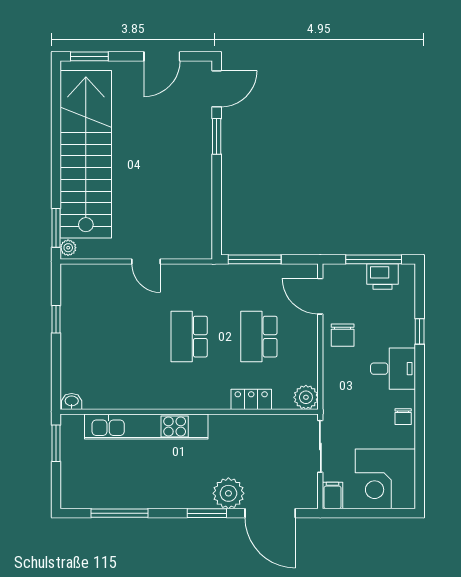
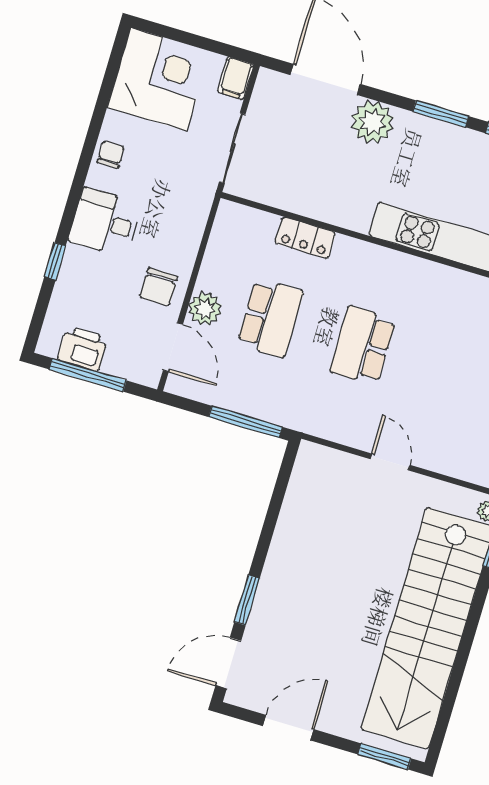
chair: (343, 335) -> (159, 287), turned 180
school desk: (189, 337) -> (363, 345), turned 180
plant: (306, 397) -> (205, 309), moved
window: (207, 513) -> (441, 114), moved

